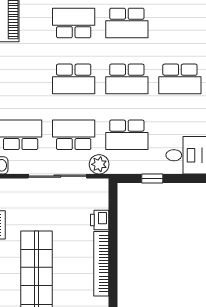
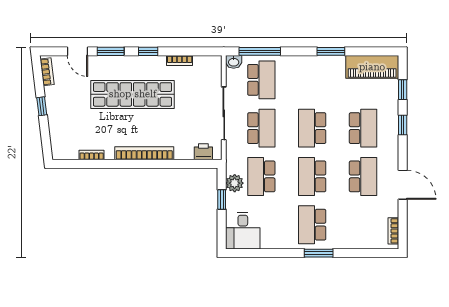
school desk: (127, 23) -> (363, 176), turned 180
plant: (99, 164) -> (235, 183), moved
printer: (100, 220) -> (203, 152), moved

